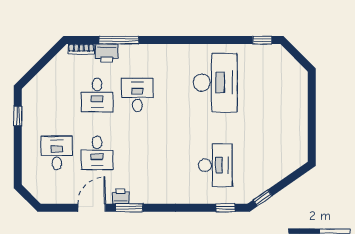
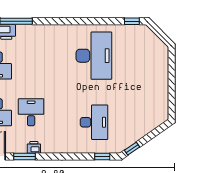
desk: (137, 95) -> (31, 112), moved
printer: (121, 196) -> (34, 147), moved

